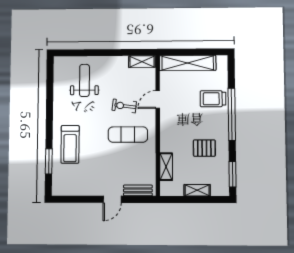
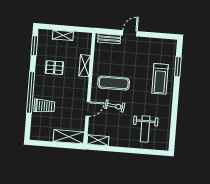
shelving: (188, 63) -> (69, 137), width x0.68
treadmill: (70, 144) -> (160, 79), turned 180
shelving: (166, 167) -> (85, 66), moved

